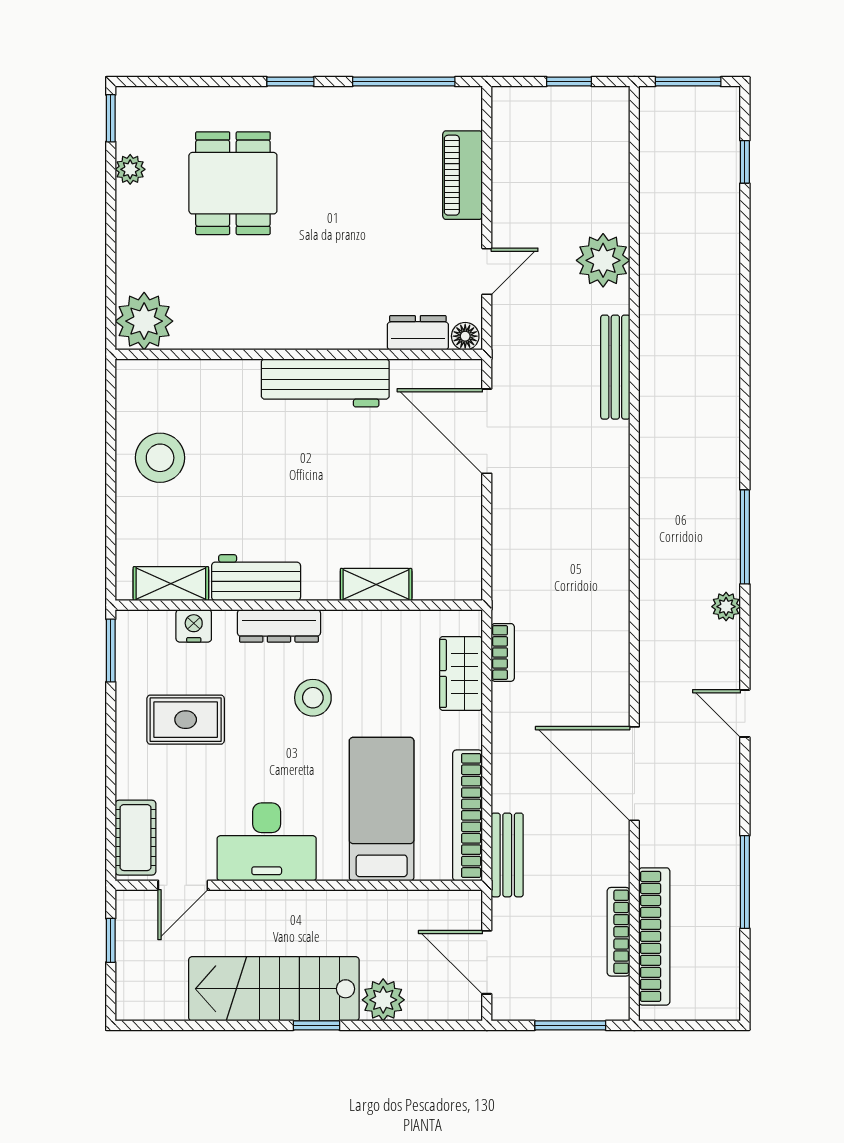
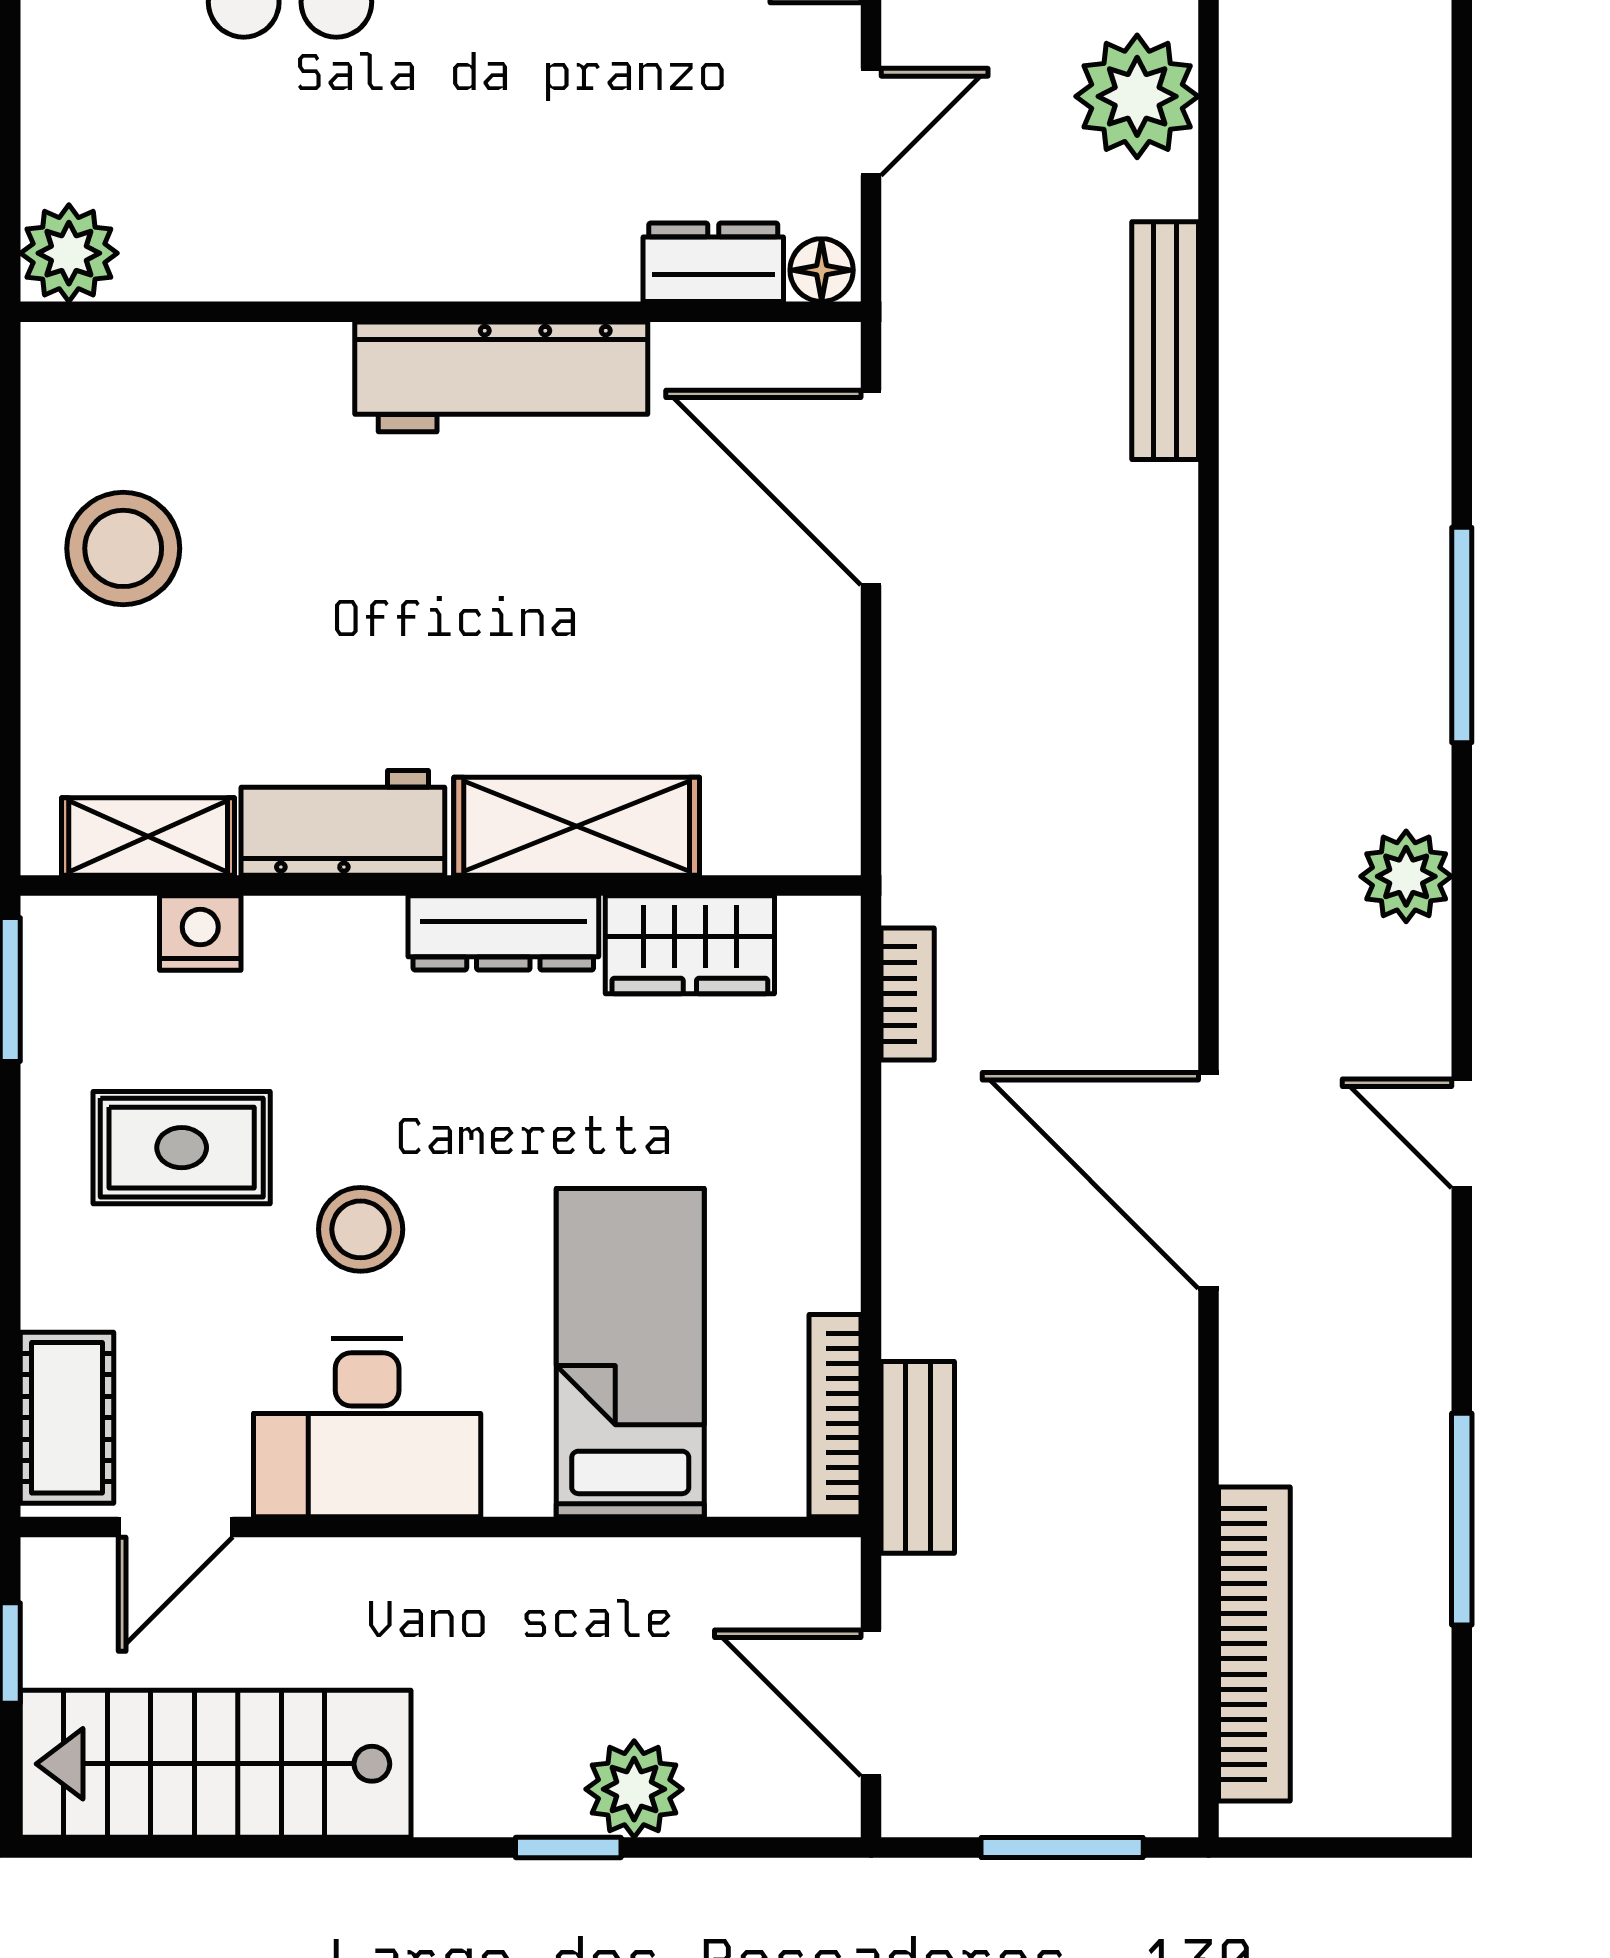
plant: (144, 321) -> (69, 253), width x0.73, depth x0.73
window: (745, 537) -> (1462, 635), moved
shelving: (376, 585) -> (577, 826), width x1.50, depth x1.33
plant: (726, 607) -> (1406, 876), width x1.38, depth x1.38
dresser: (279, 626) -> (503, 933), moved
wardrobe: (461, 673) -> (690, 945), moved, turned -90
stool: (313, 698) -> (361, 1229), moved
door: (634, 774) -> (1209, 1181), moved
bookcase: (468, 815) -> (835, 1416), width x0.68, depth x0.76
bookcase: (619, 932) -> (1173, 1633), removed
stairs: (274, 989) -> (216, 1764), moved
window: (316, 1025) -> (568, 1848), moved

